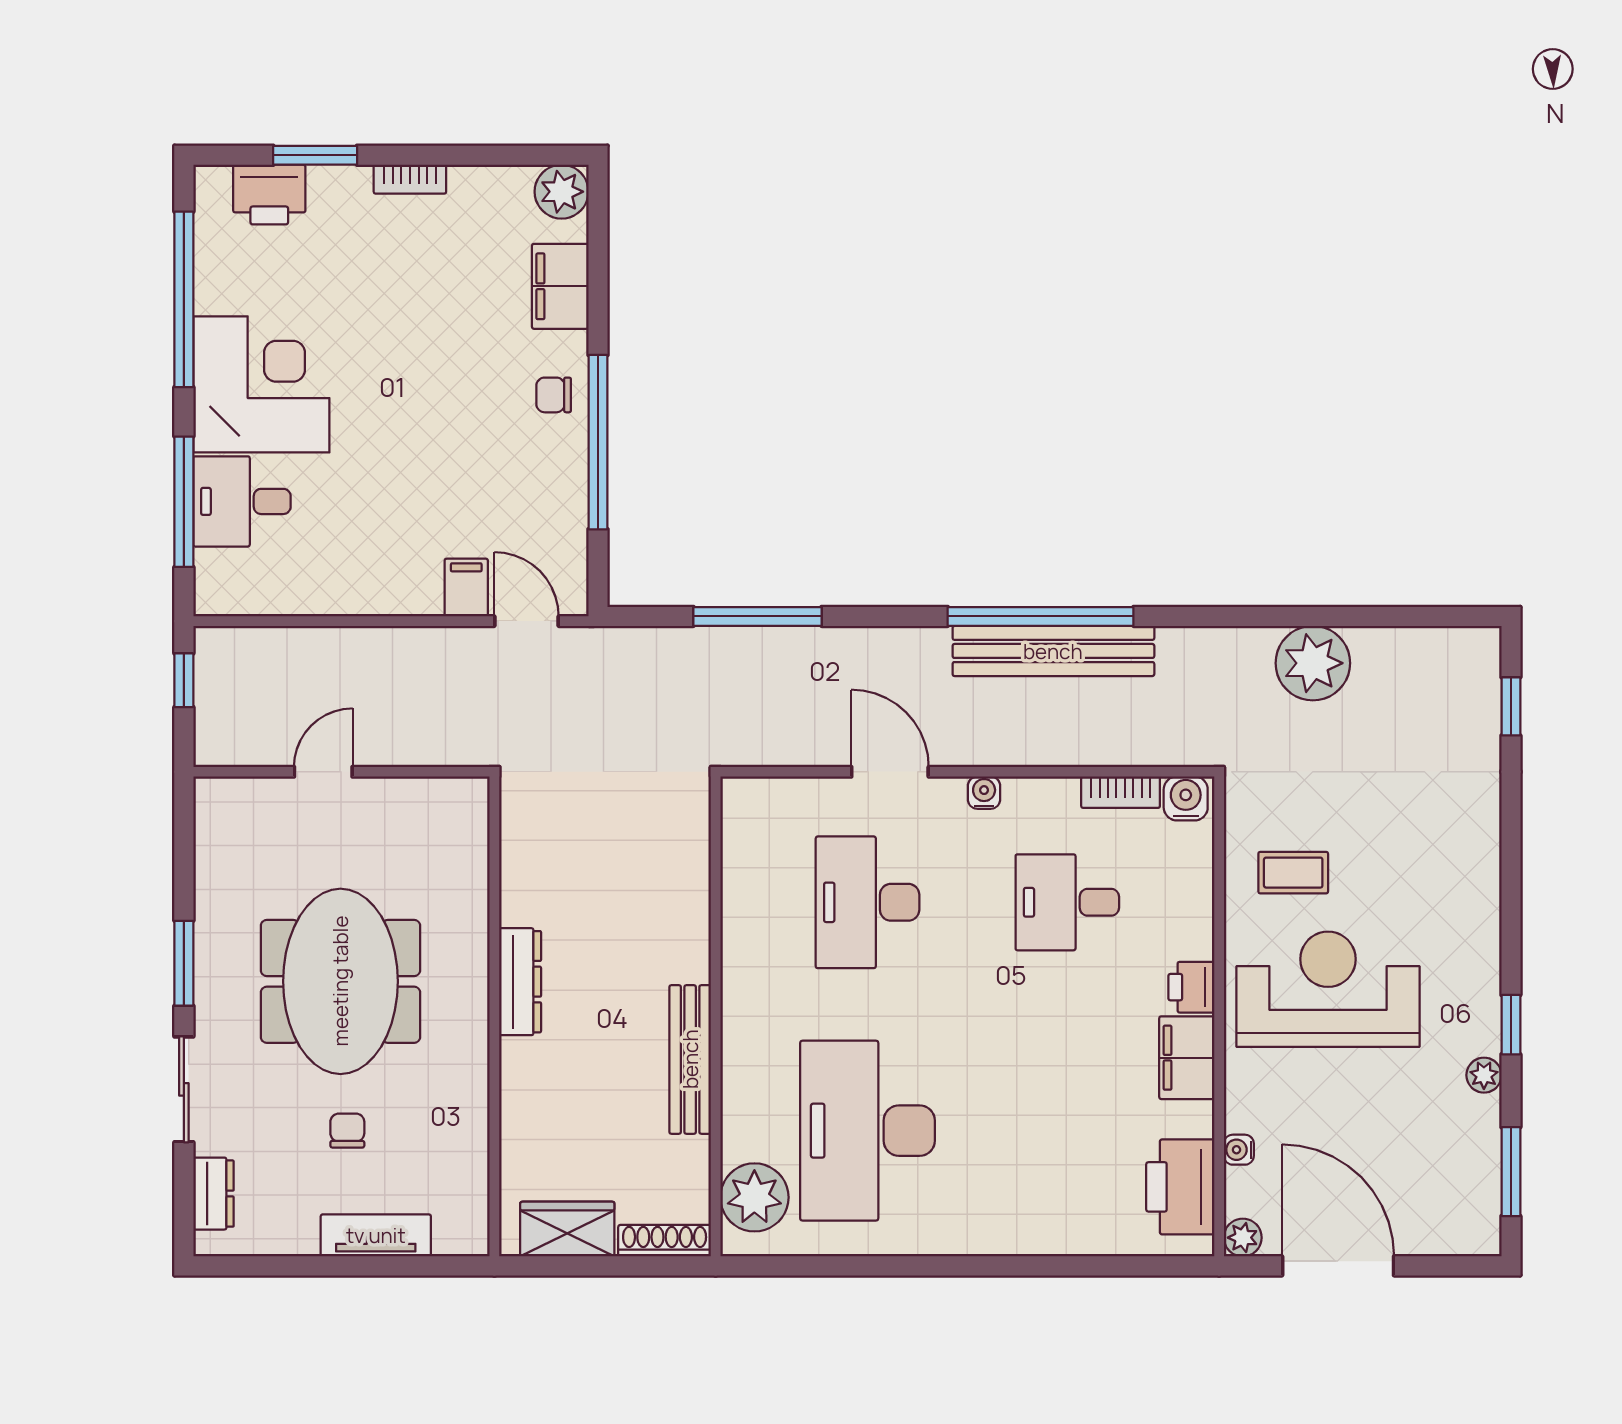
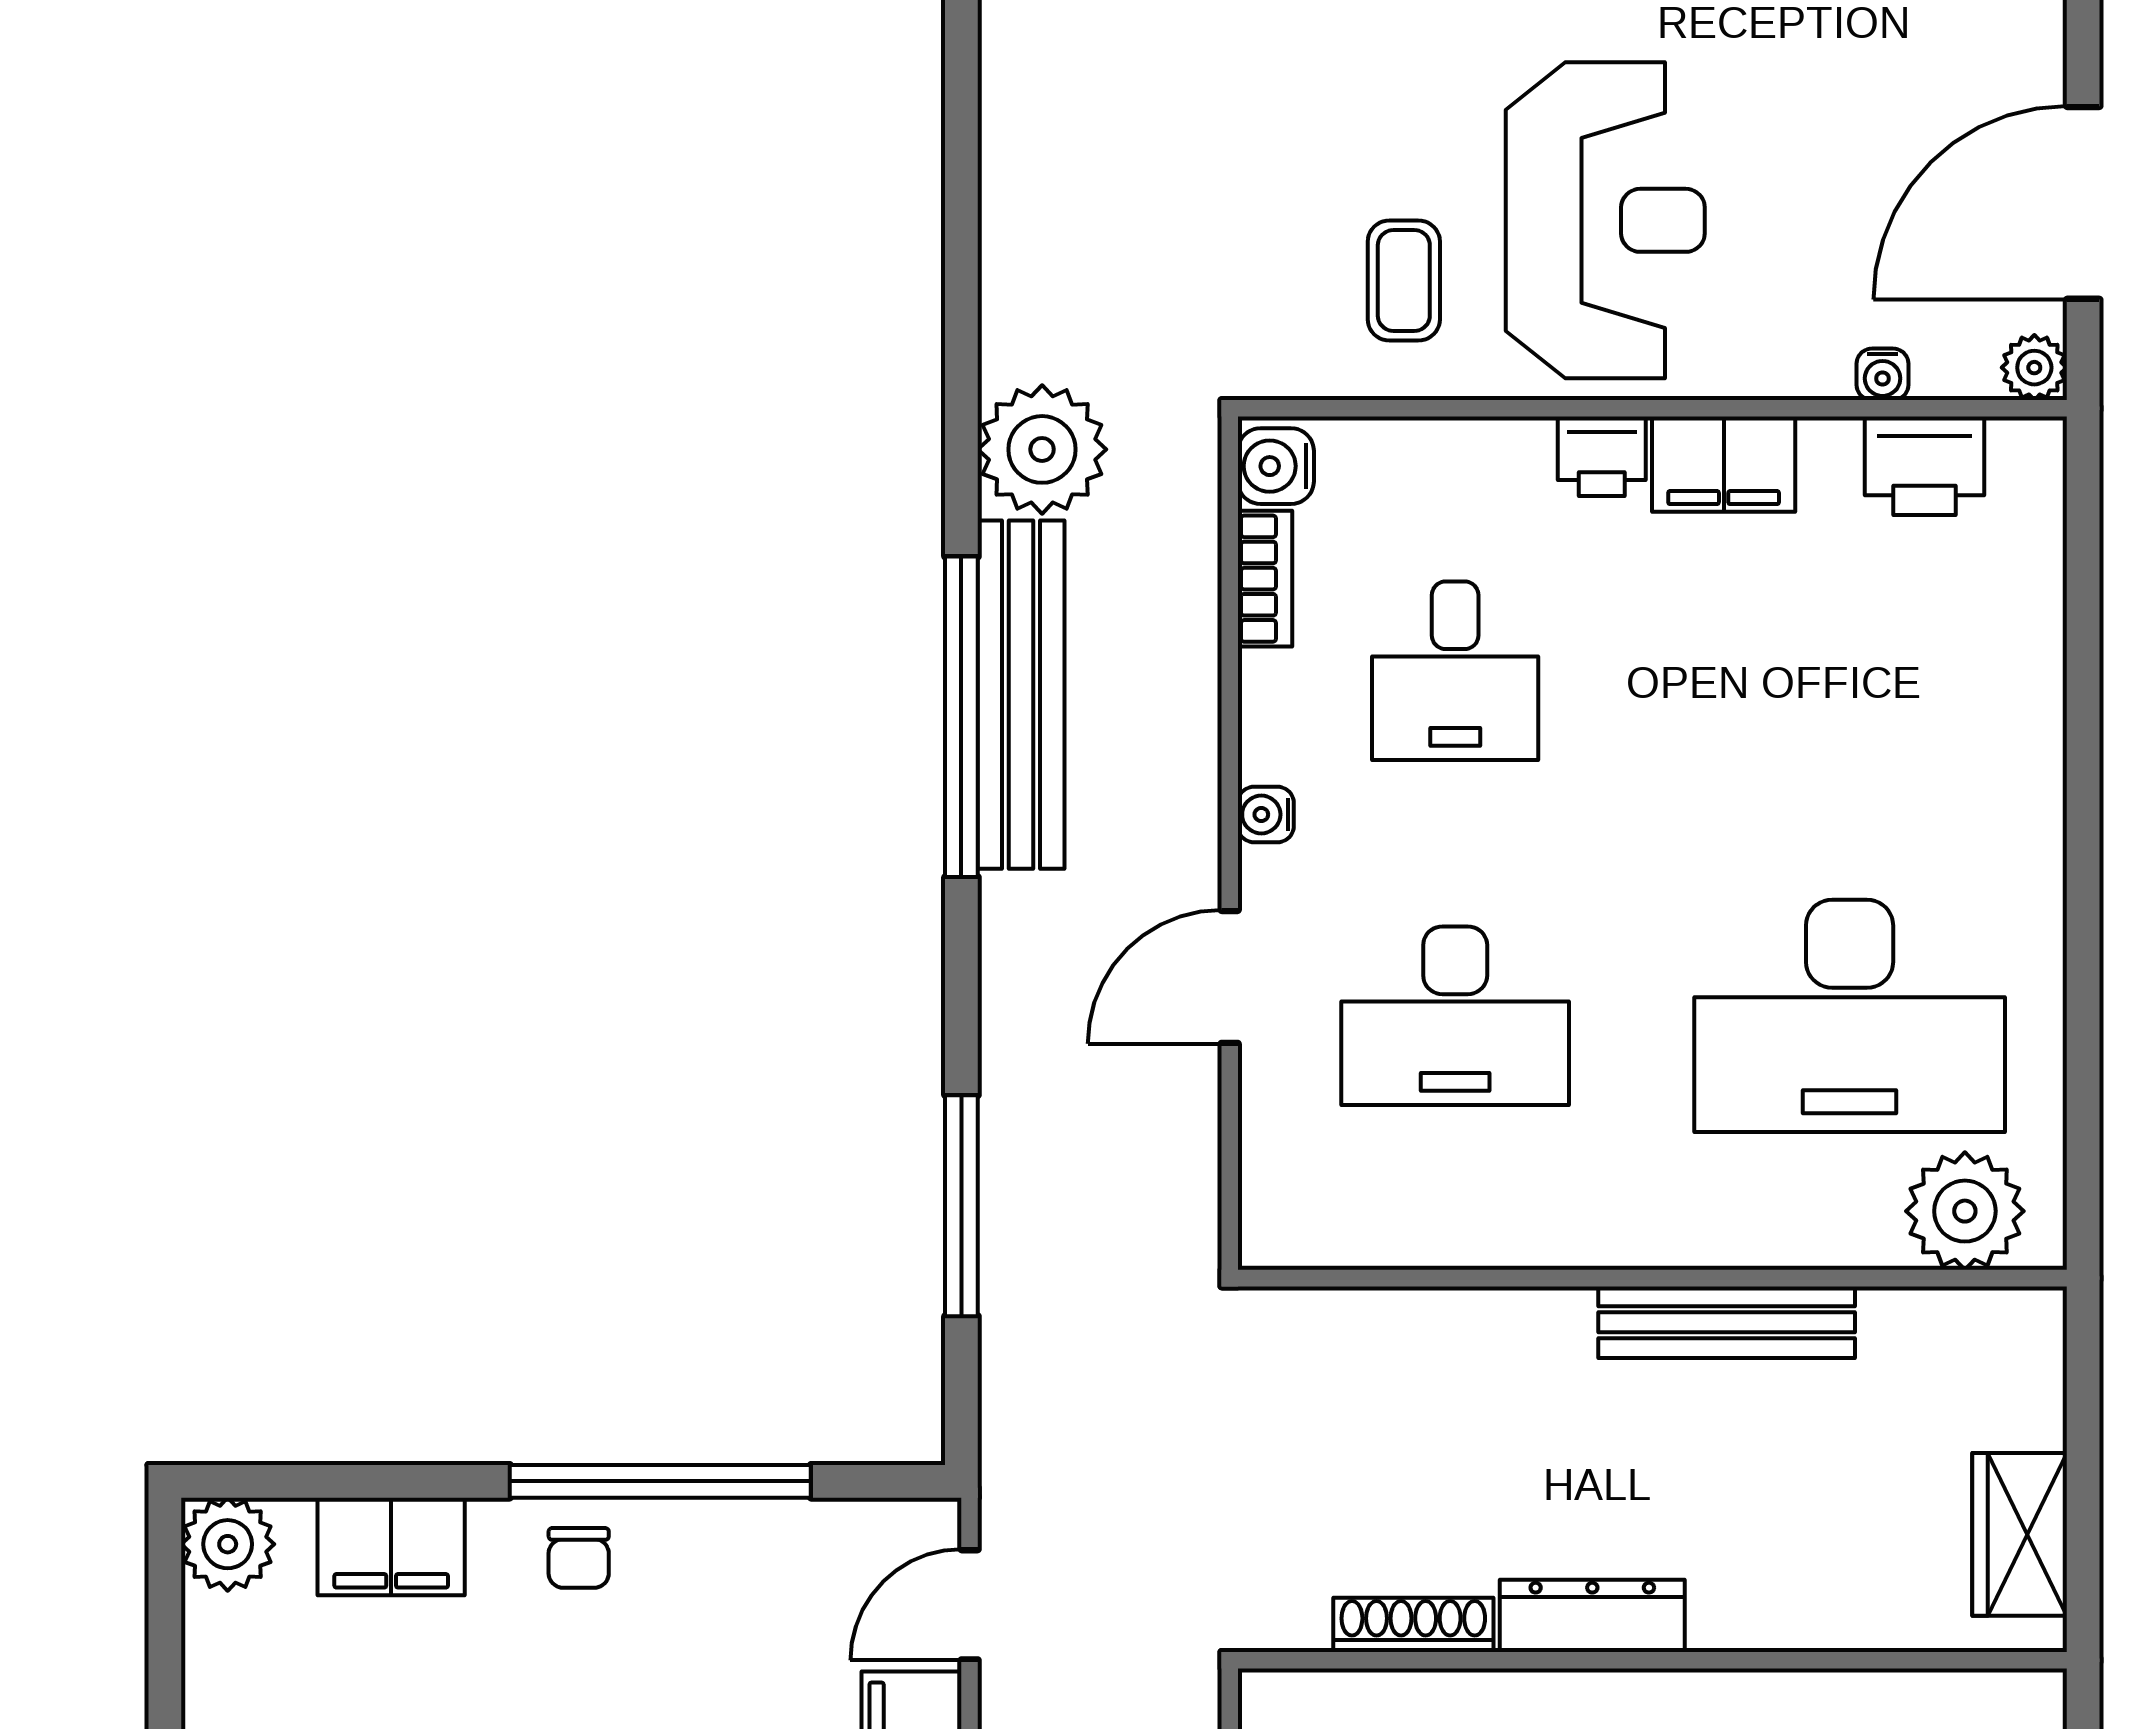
plant: (1313, 663) -> (1042, 449), moved
reception desk: (1328, 989) -> (1605, 220), turned 180
printer: (1180, 1187) -> (1925, 466), width x0.73, depth x0.84
shoe rack: (665, 1241) -> (1413, 1625), moved, turned 90

